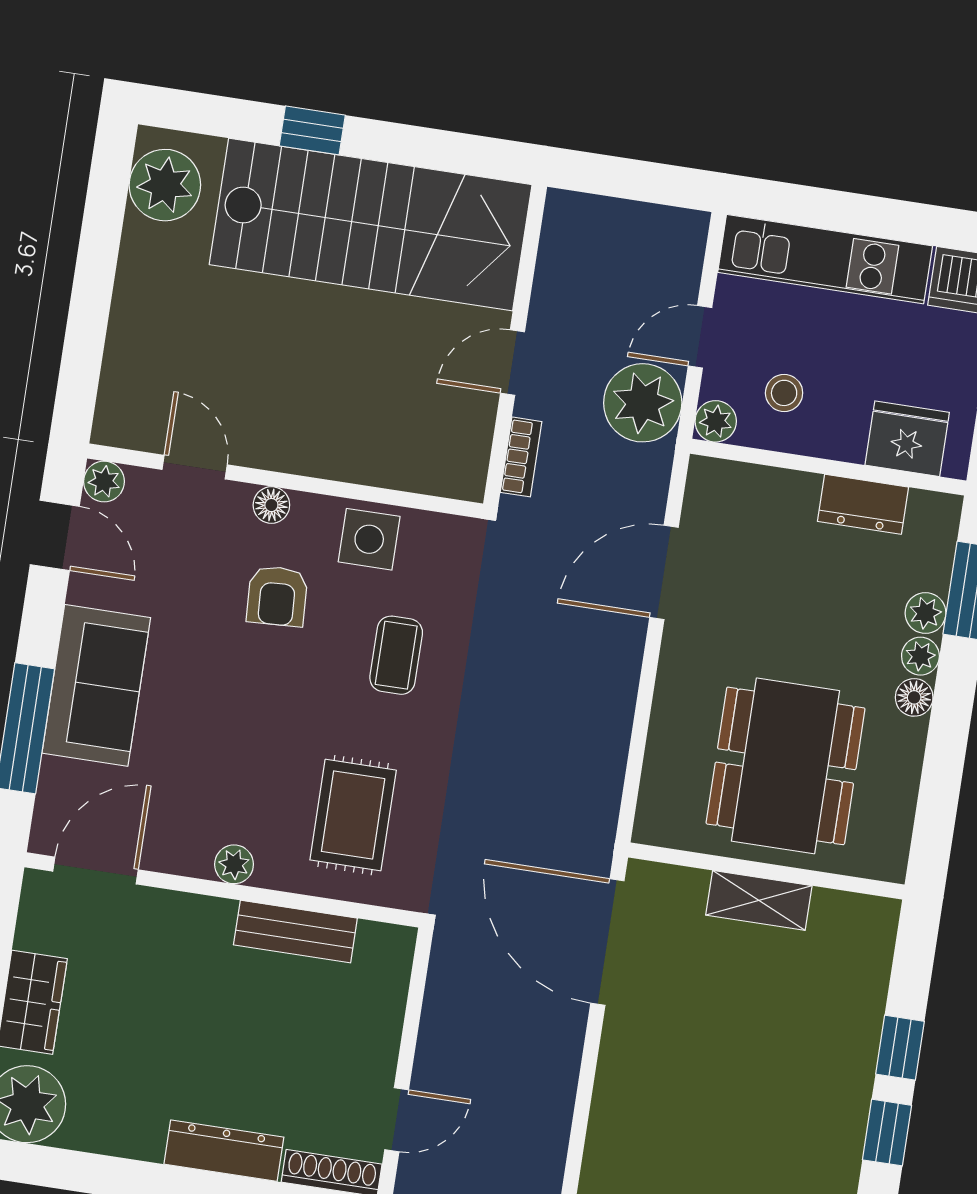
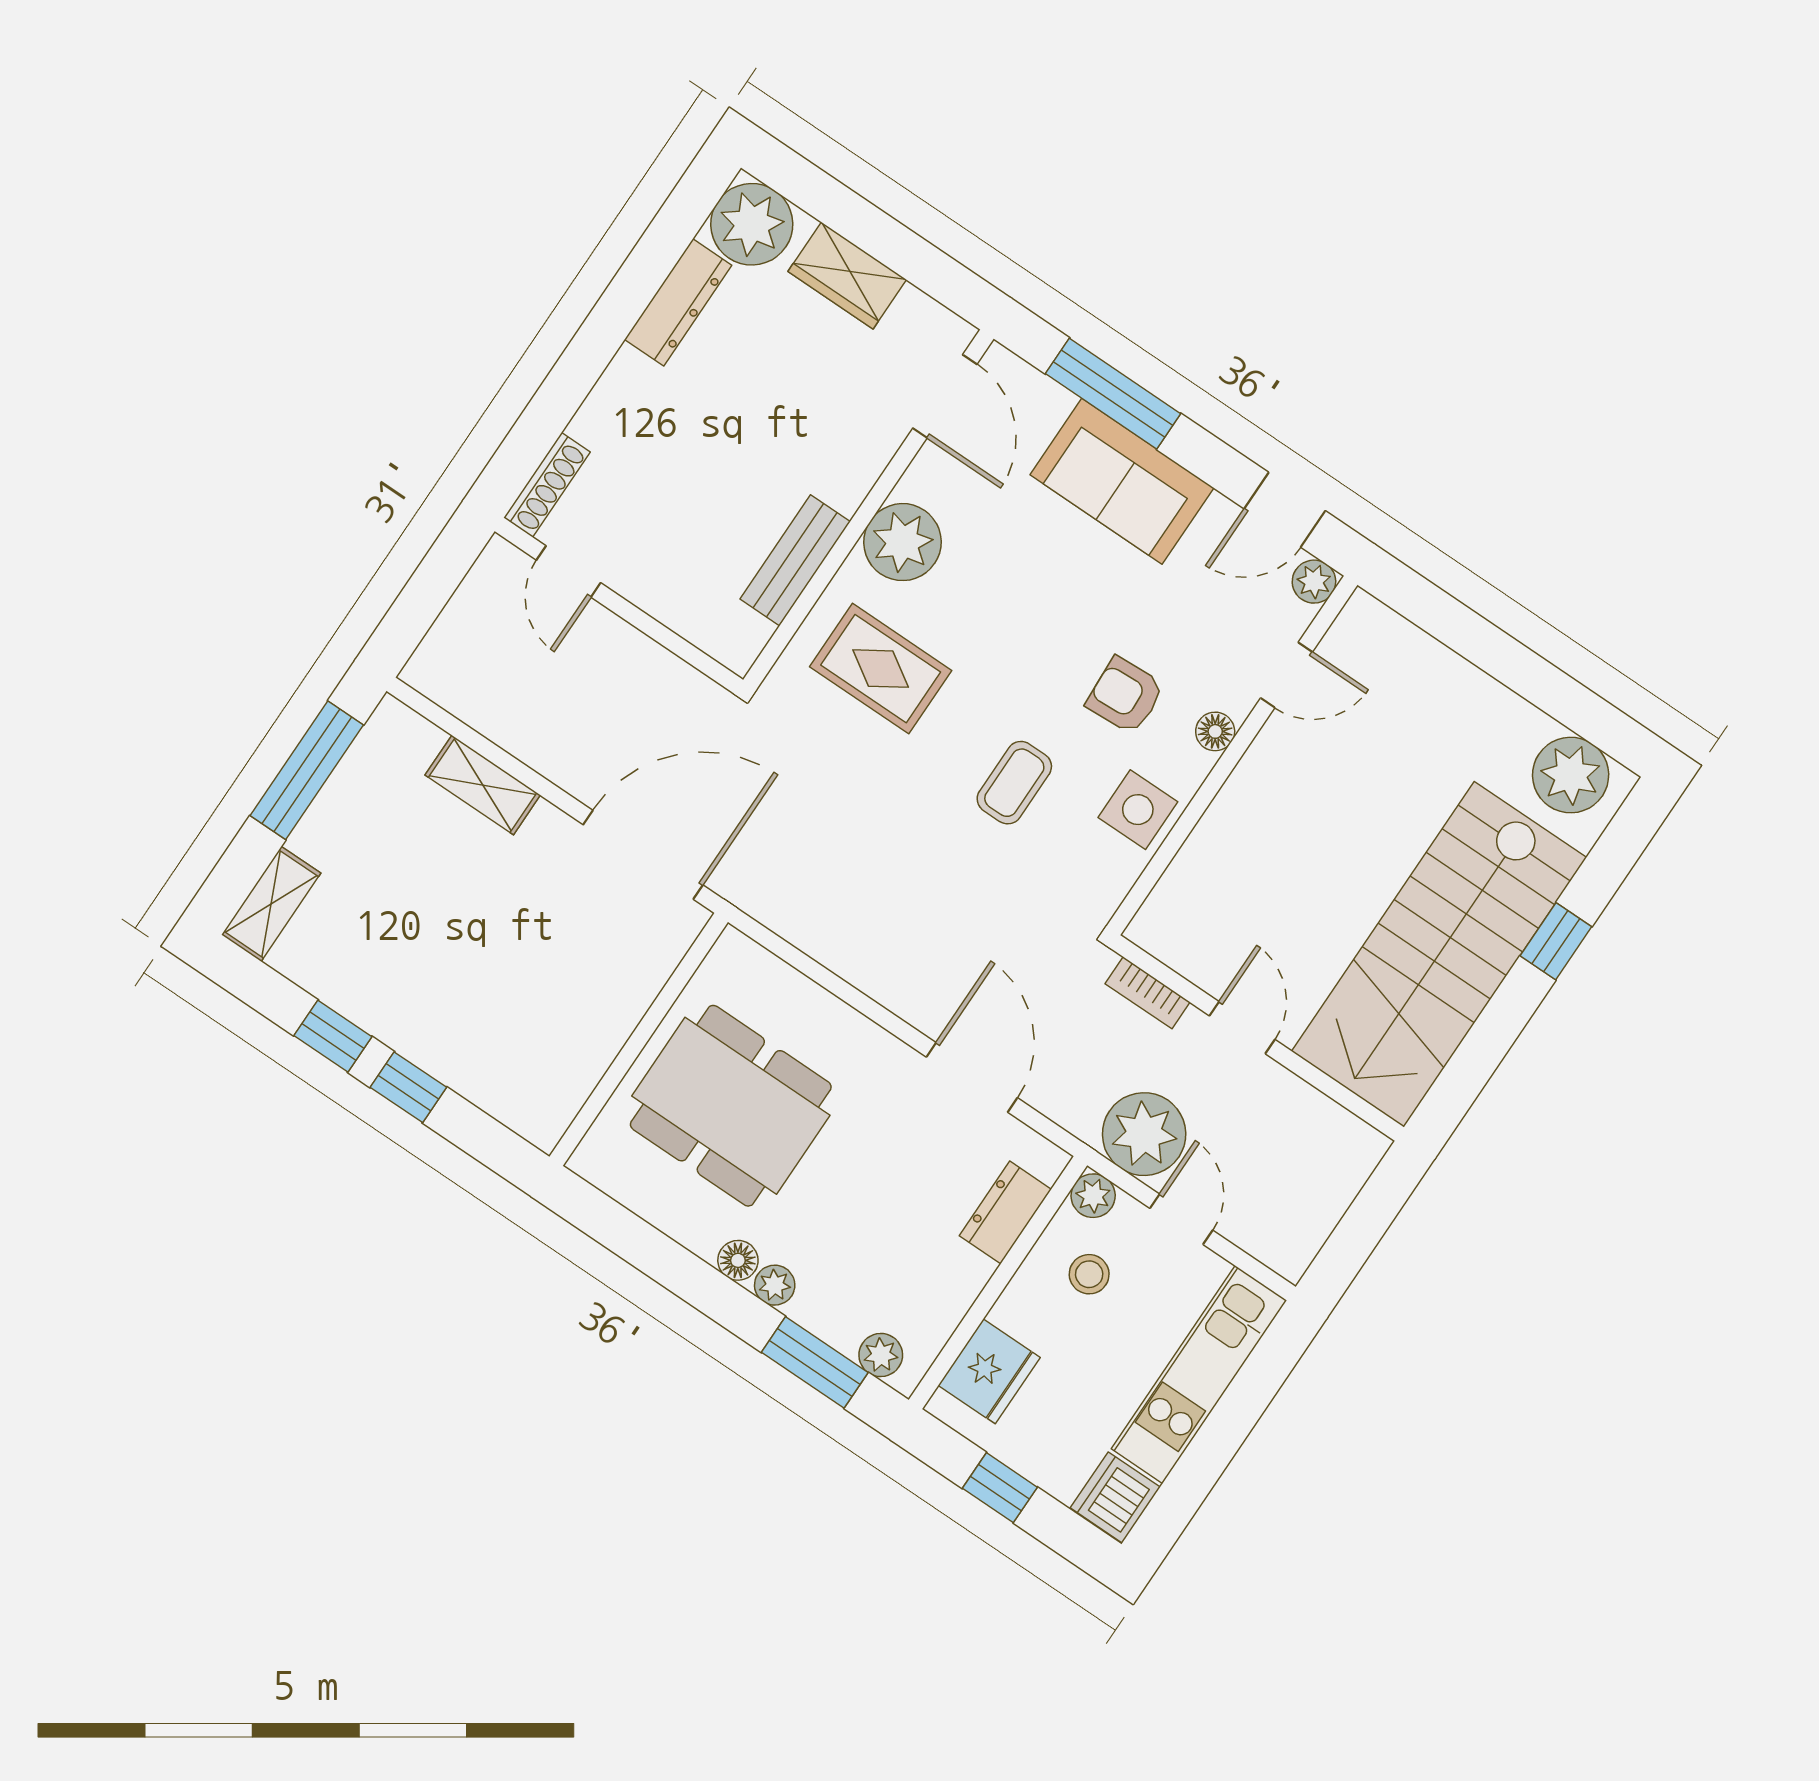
dresser: (863, 504) -> (1005, 1212), moved
plant: (925, 613) -> (881, 1355), moved
coffee table: (396, 655) -> (1014, 783), turned 90
plant: (234, 864) -> (902, 542), width x1.87, depth x1.87
shelving: (759, 900) -> (483, 785), moved, turned 90
dresser: (224, 1151) -> (678, 302), moved

